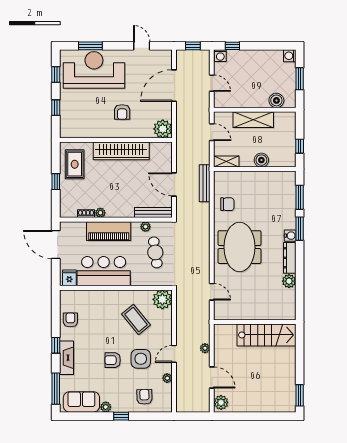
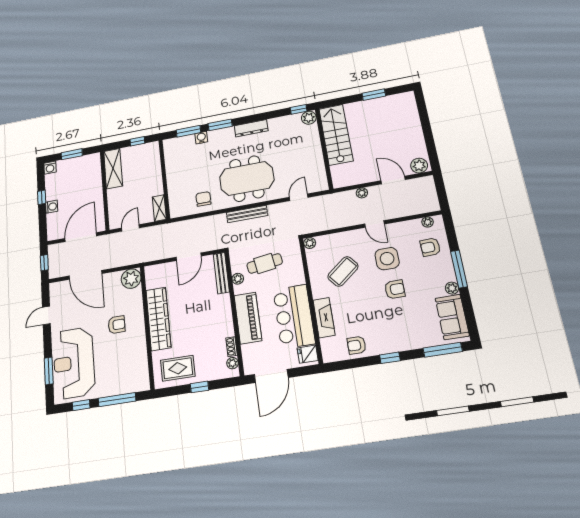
window: (232, 46) -> (42, 197), moved
washing machine: (220, 56) -> (52, 207), moved
door: (212, 83) -> (81, 237), width x1.88
boiler: (276, 100) -> (94, 172), removed
window: (56, 108) -> (117, 400), width x2.17
shelving: (253, 120) -> (113, 169), moved
boiler: (261, 160) -> (155, 174), removed
bench: (205, 183) -> (247, 214), moved
plant: (100, 213) -> (233, 363), moved
water cooler: (290, 236) -> (201, 138), moved
plant: (289, 281) -> (309, 118), moved
plant: (162, 299) -> (310, 243), width x0.53, depth x0.53
window: (300, 305) -> (299, 109), added
fireplace: (66, 358) -> (324, 318), moved, turned 90
armchair: (113, 360) -> (395, 289), turned -90
door: (212, 377) -> (393, 180), hinge flipped
plant: (167, 378) -> (428, 222), moved
window: (300, 395) -> (374, 95), moved
window: (121, 416) -> (459, 269), width x2.17

